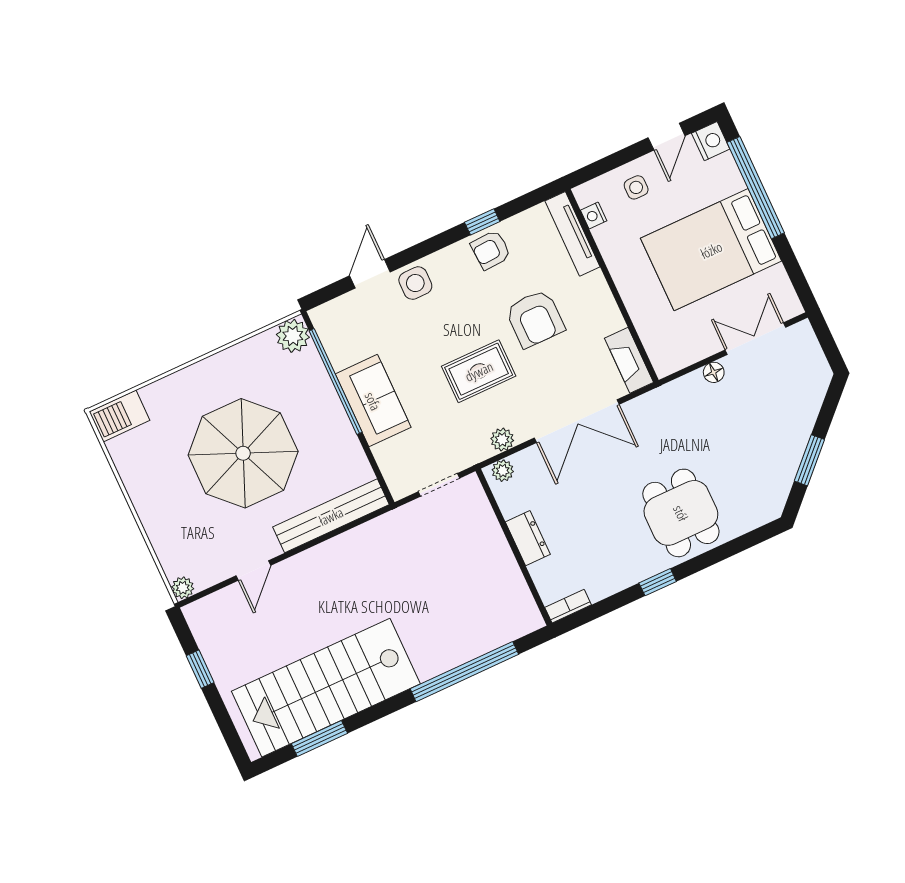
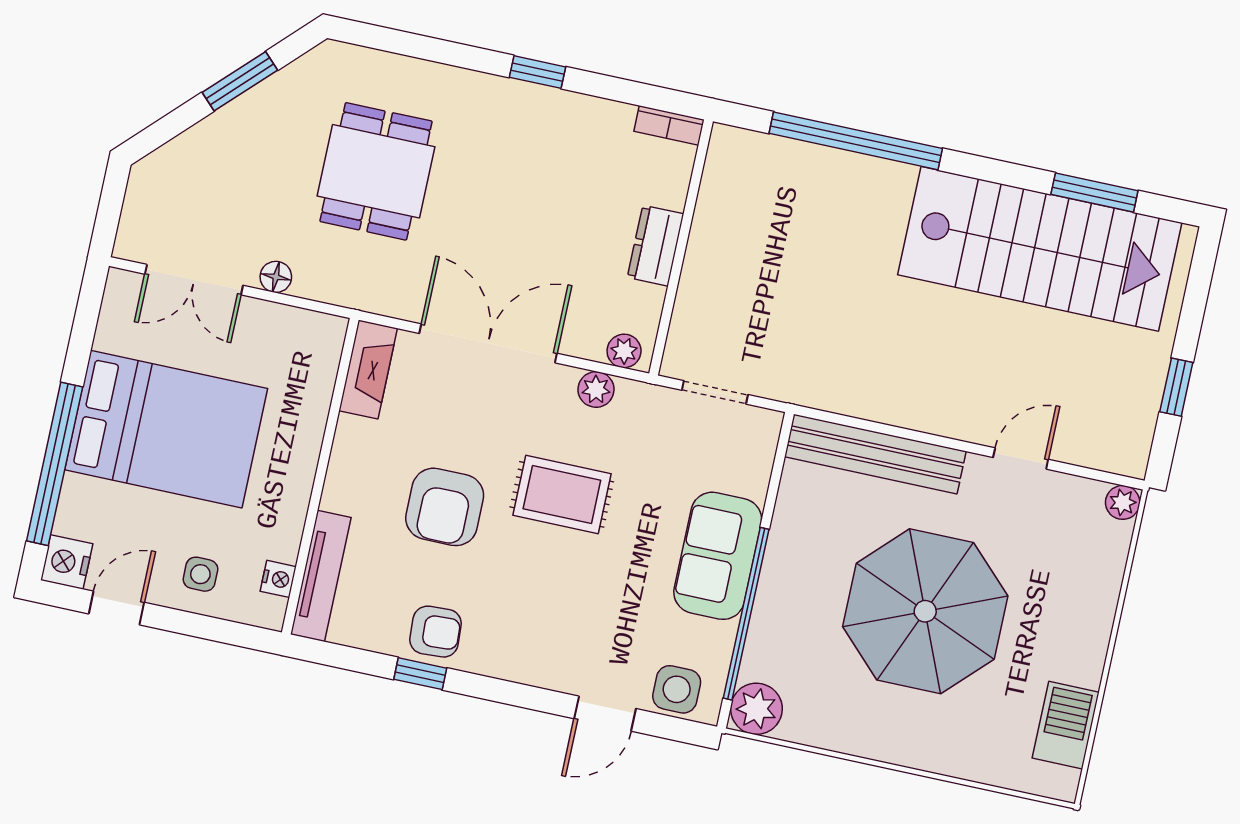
side table: (415, 283) -> (677, 689), moved
armchair: (535, 319) -> (445, 507), turned 180
barbecue: (119, 416) -> (1066, 725), moved, turned -90
dining table: (681, 513) -> (376, 171), moved

